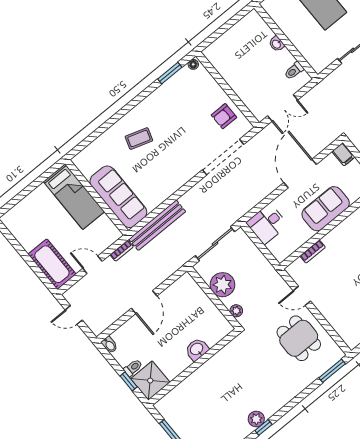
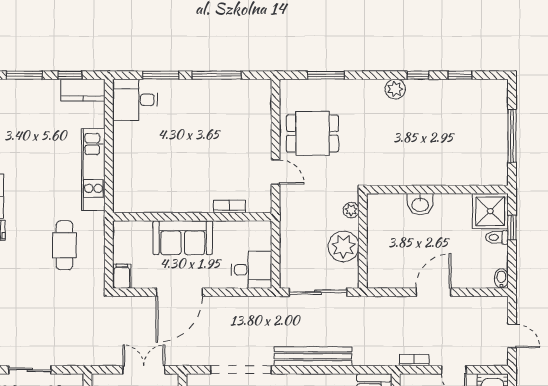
bench: (157, 225) -> (313, 356), moved
dining table: (299, 338) -> (312, 133), turned 90
window: (332, 371) -> (326, 75), moved
plant: (256, 419) -> (395, 89), moved

